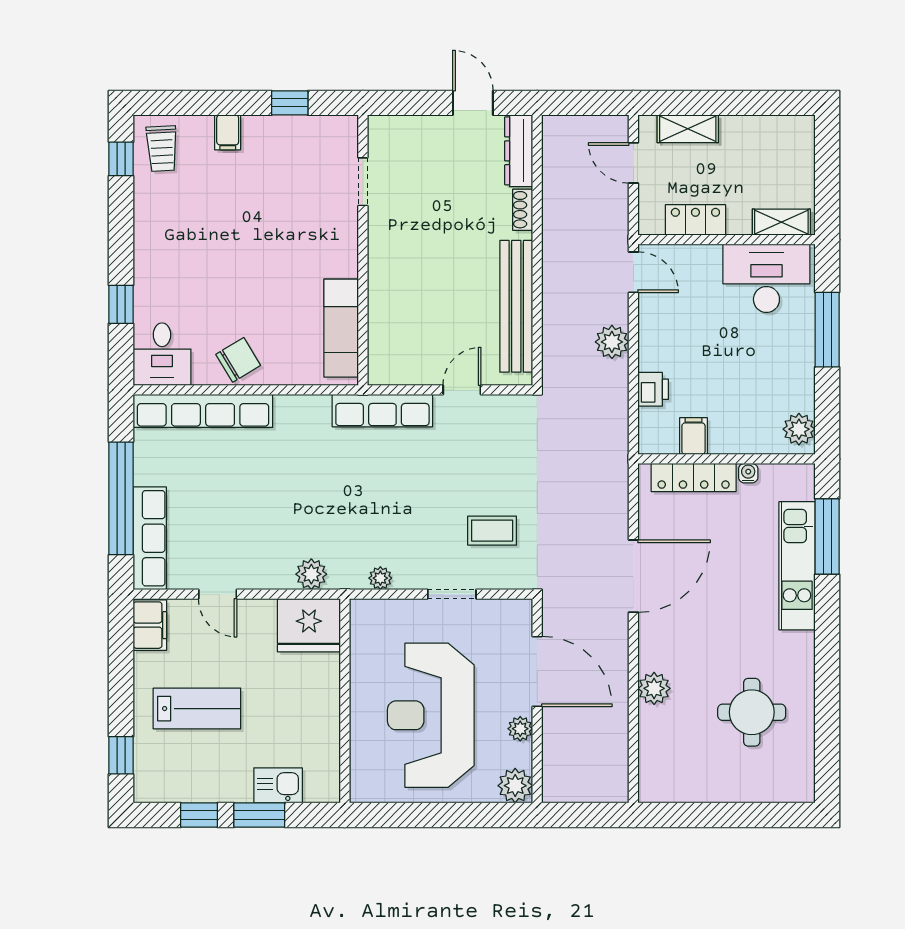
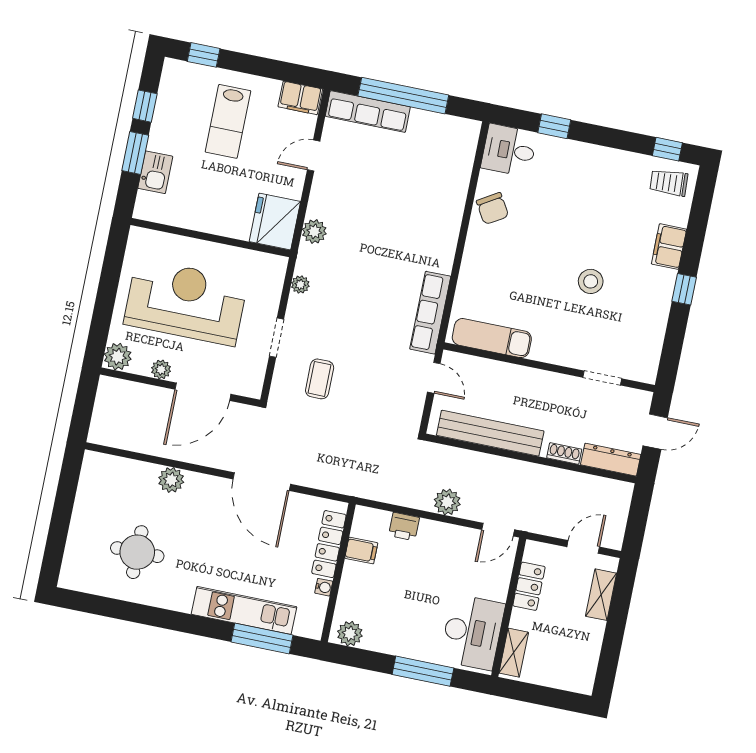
filing cabinet: (228, 132) -> (669, 247), width x2.00
doorway: (363, 182) -> (602, 378), moved
stool: (304, 220) -> (591, 281), added
wall: (363, 250) -> (549, 367), moved
exam couch: (341, 328) -> (492, 338), moved
row of seats: (203, 411) -> (458, 173), removed

